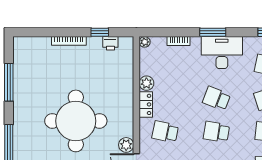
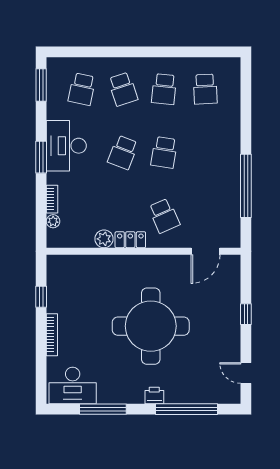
plant: (145, 42) -> (53, 221), moved
printer: (110, 43) -> (154, 395), moved, turned -90
desk: (28, 58) -> (73, 385), added
school desk: (165, 132) -> (164, 216), turned -36
plant: (126, 145) -> (180, 264), removed

